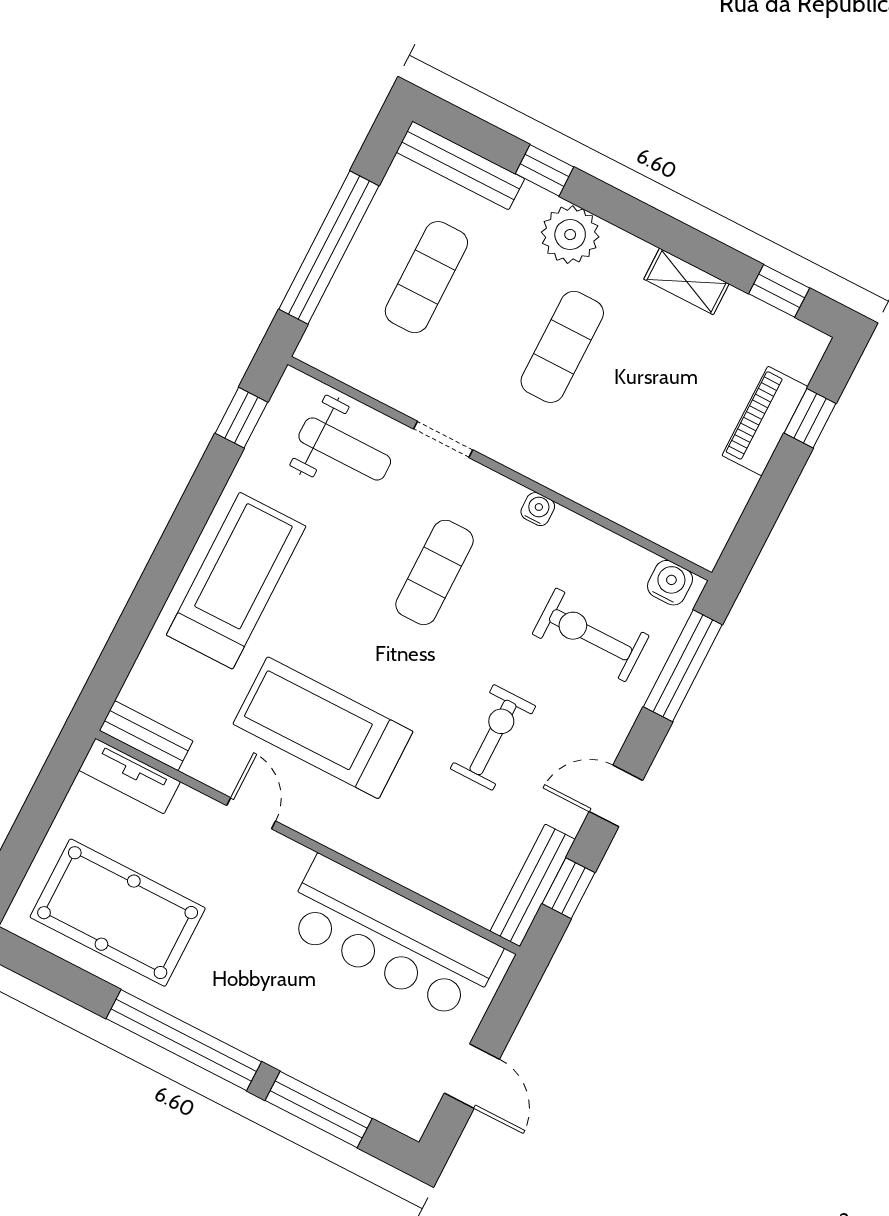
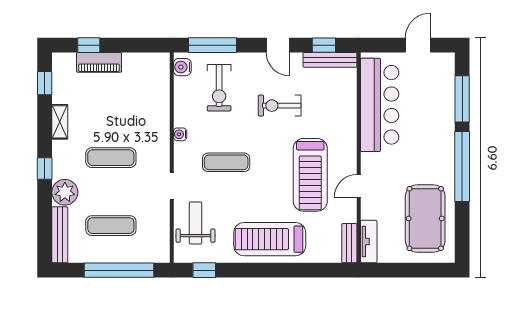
window: (544, 170) -> (45, 169), moved
plant: (570, 235) -> (65, 192), moved

